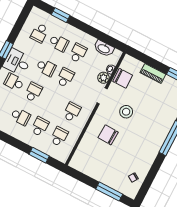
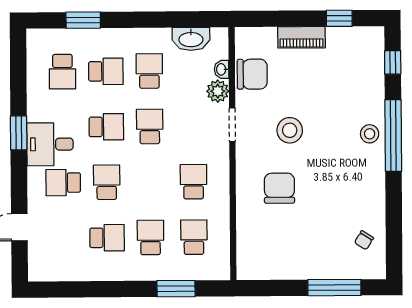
stool: (161, 132) -> (370, 134), added
chair: (108, 135) -> (279, 188), turned 88

